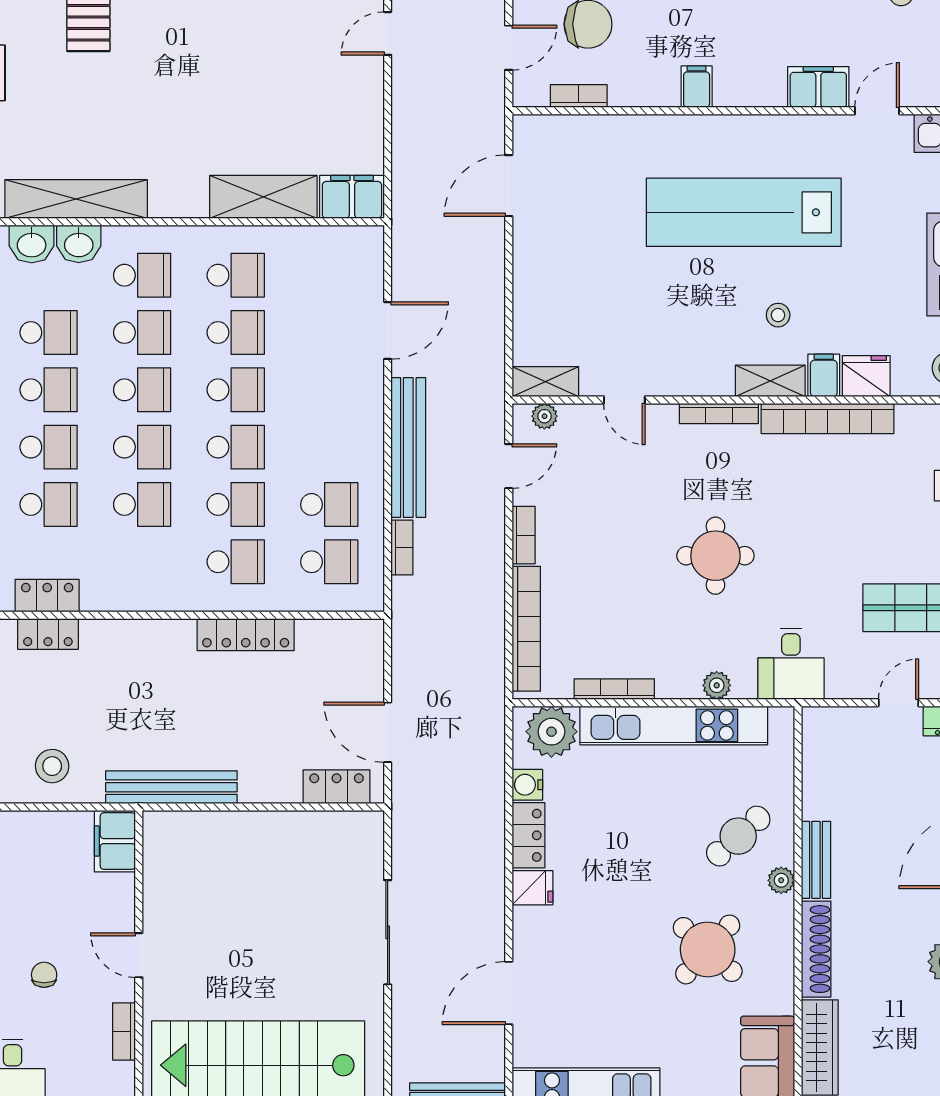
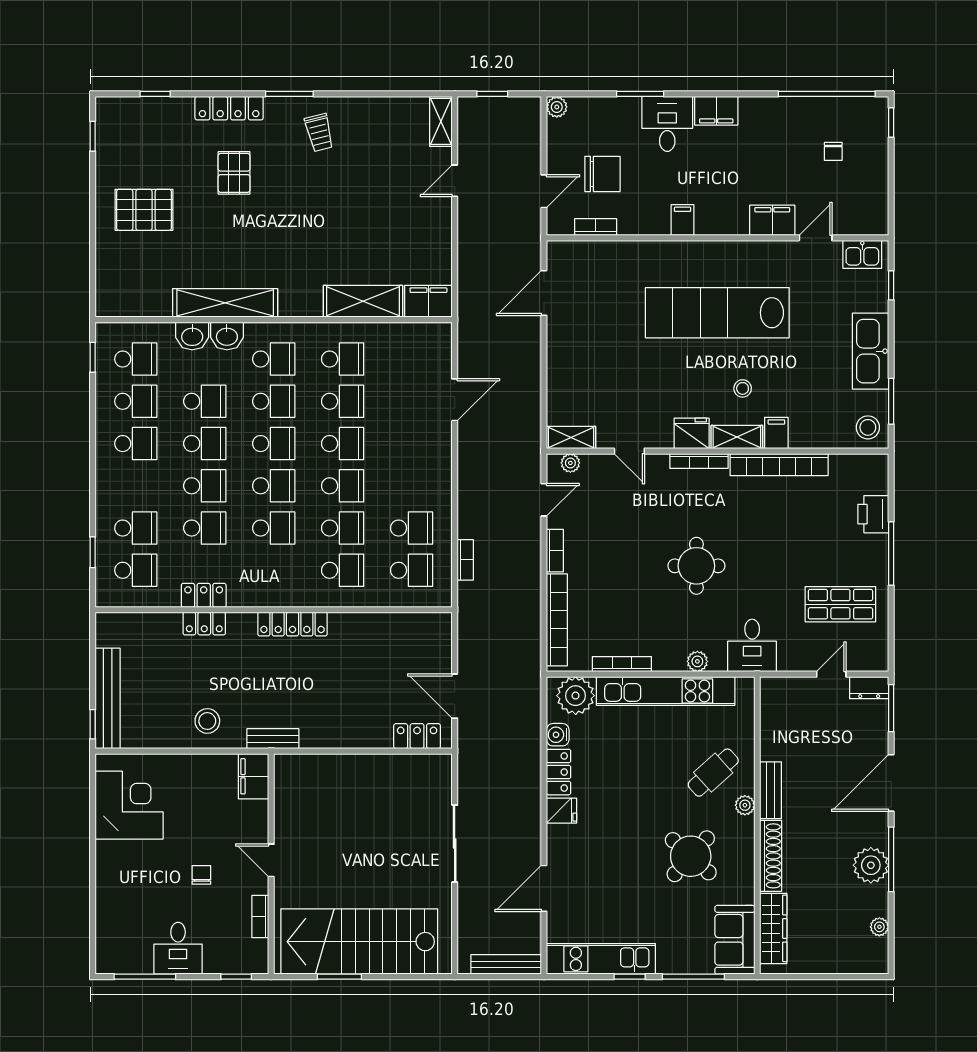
fridge: (866, 376) -> (692, 433), moved
bench: (408, 448) -> (470, 486), removed
locker: (246, 635) -> (293, 624), moved
bench: (171, 787) -> (273, 739), width x0.54, depth x0.82

